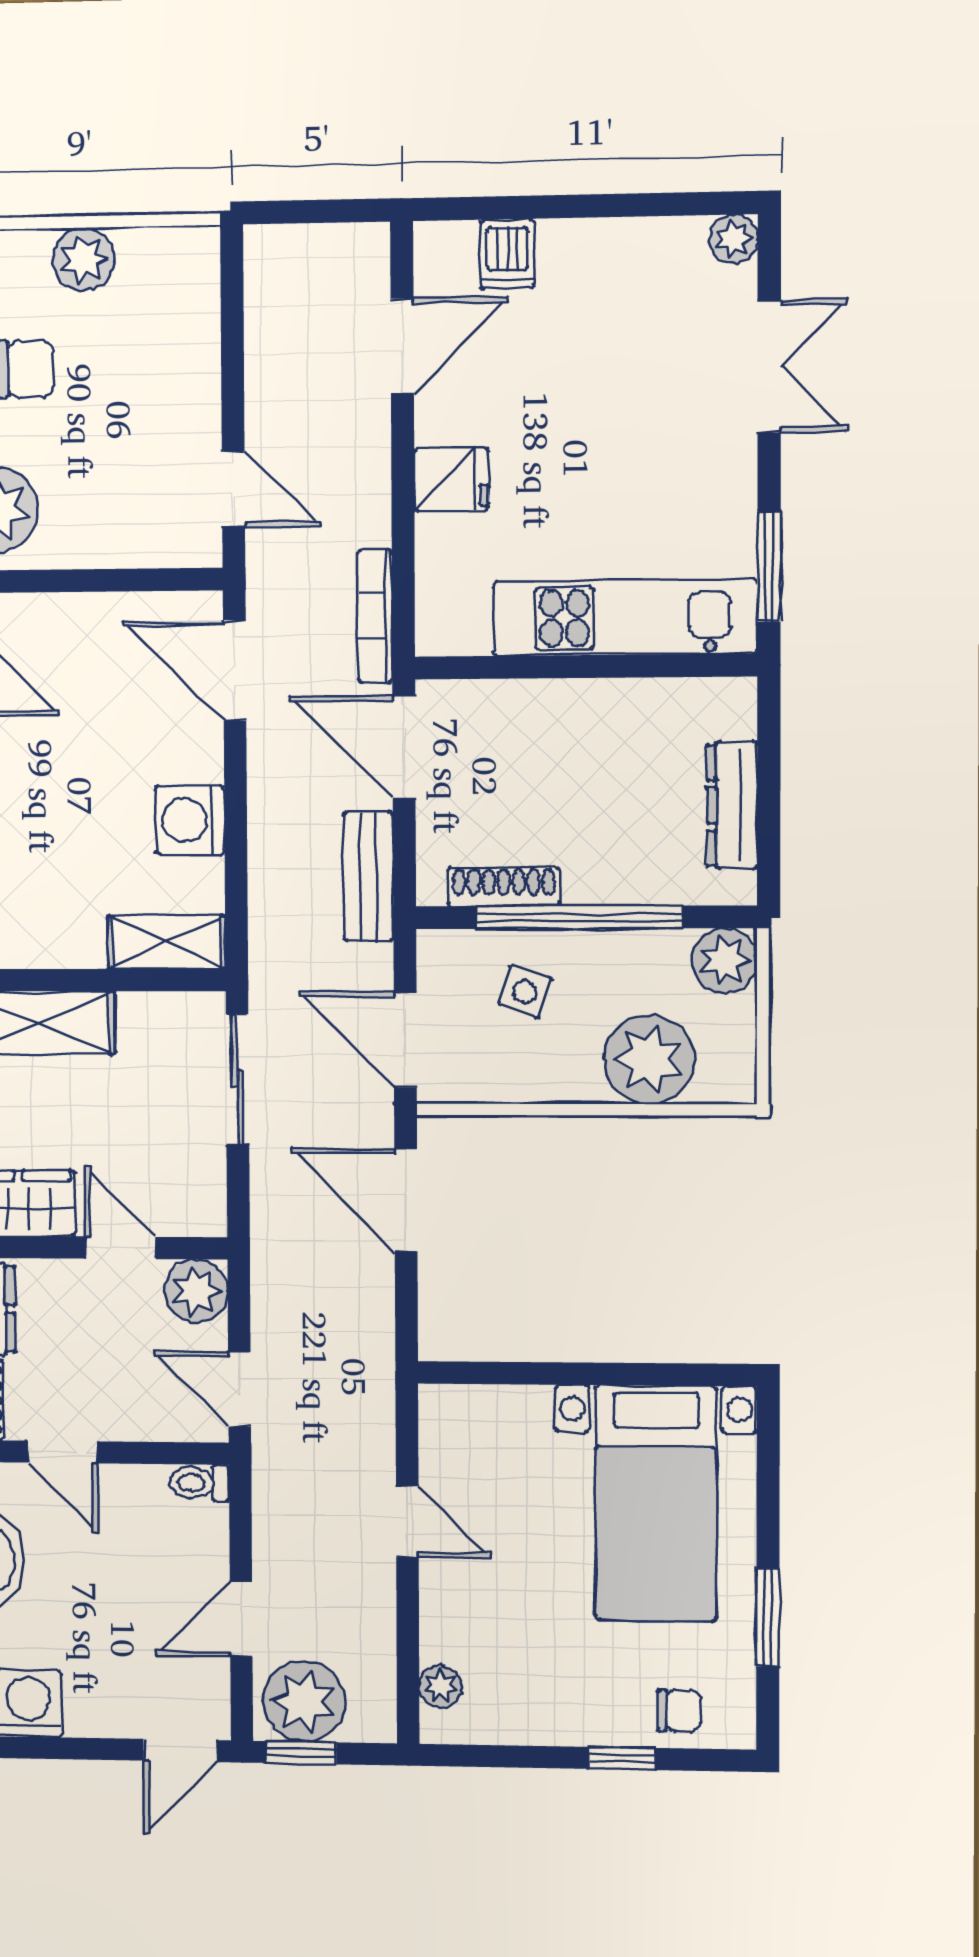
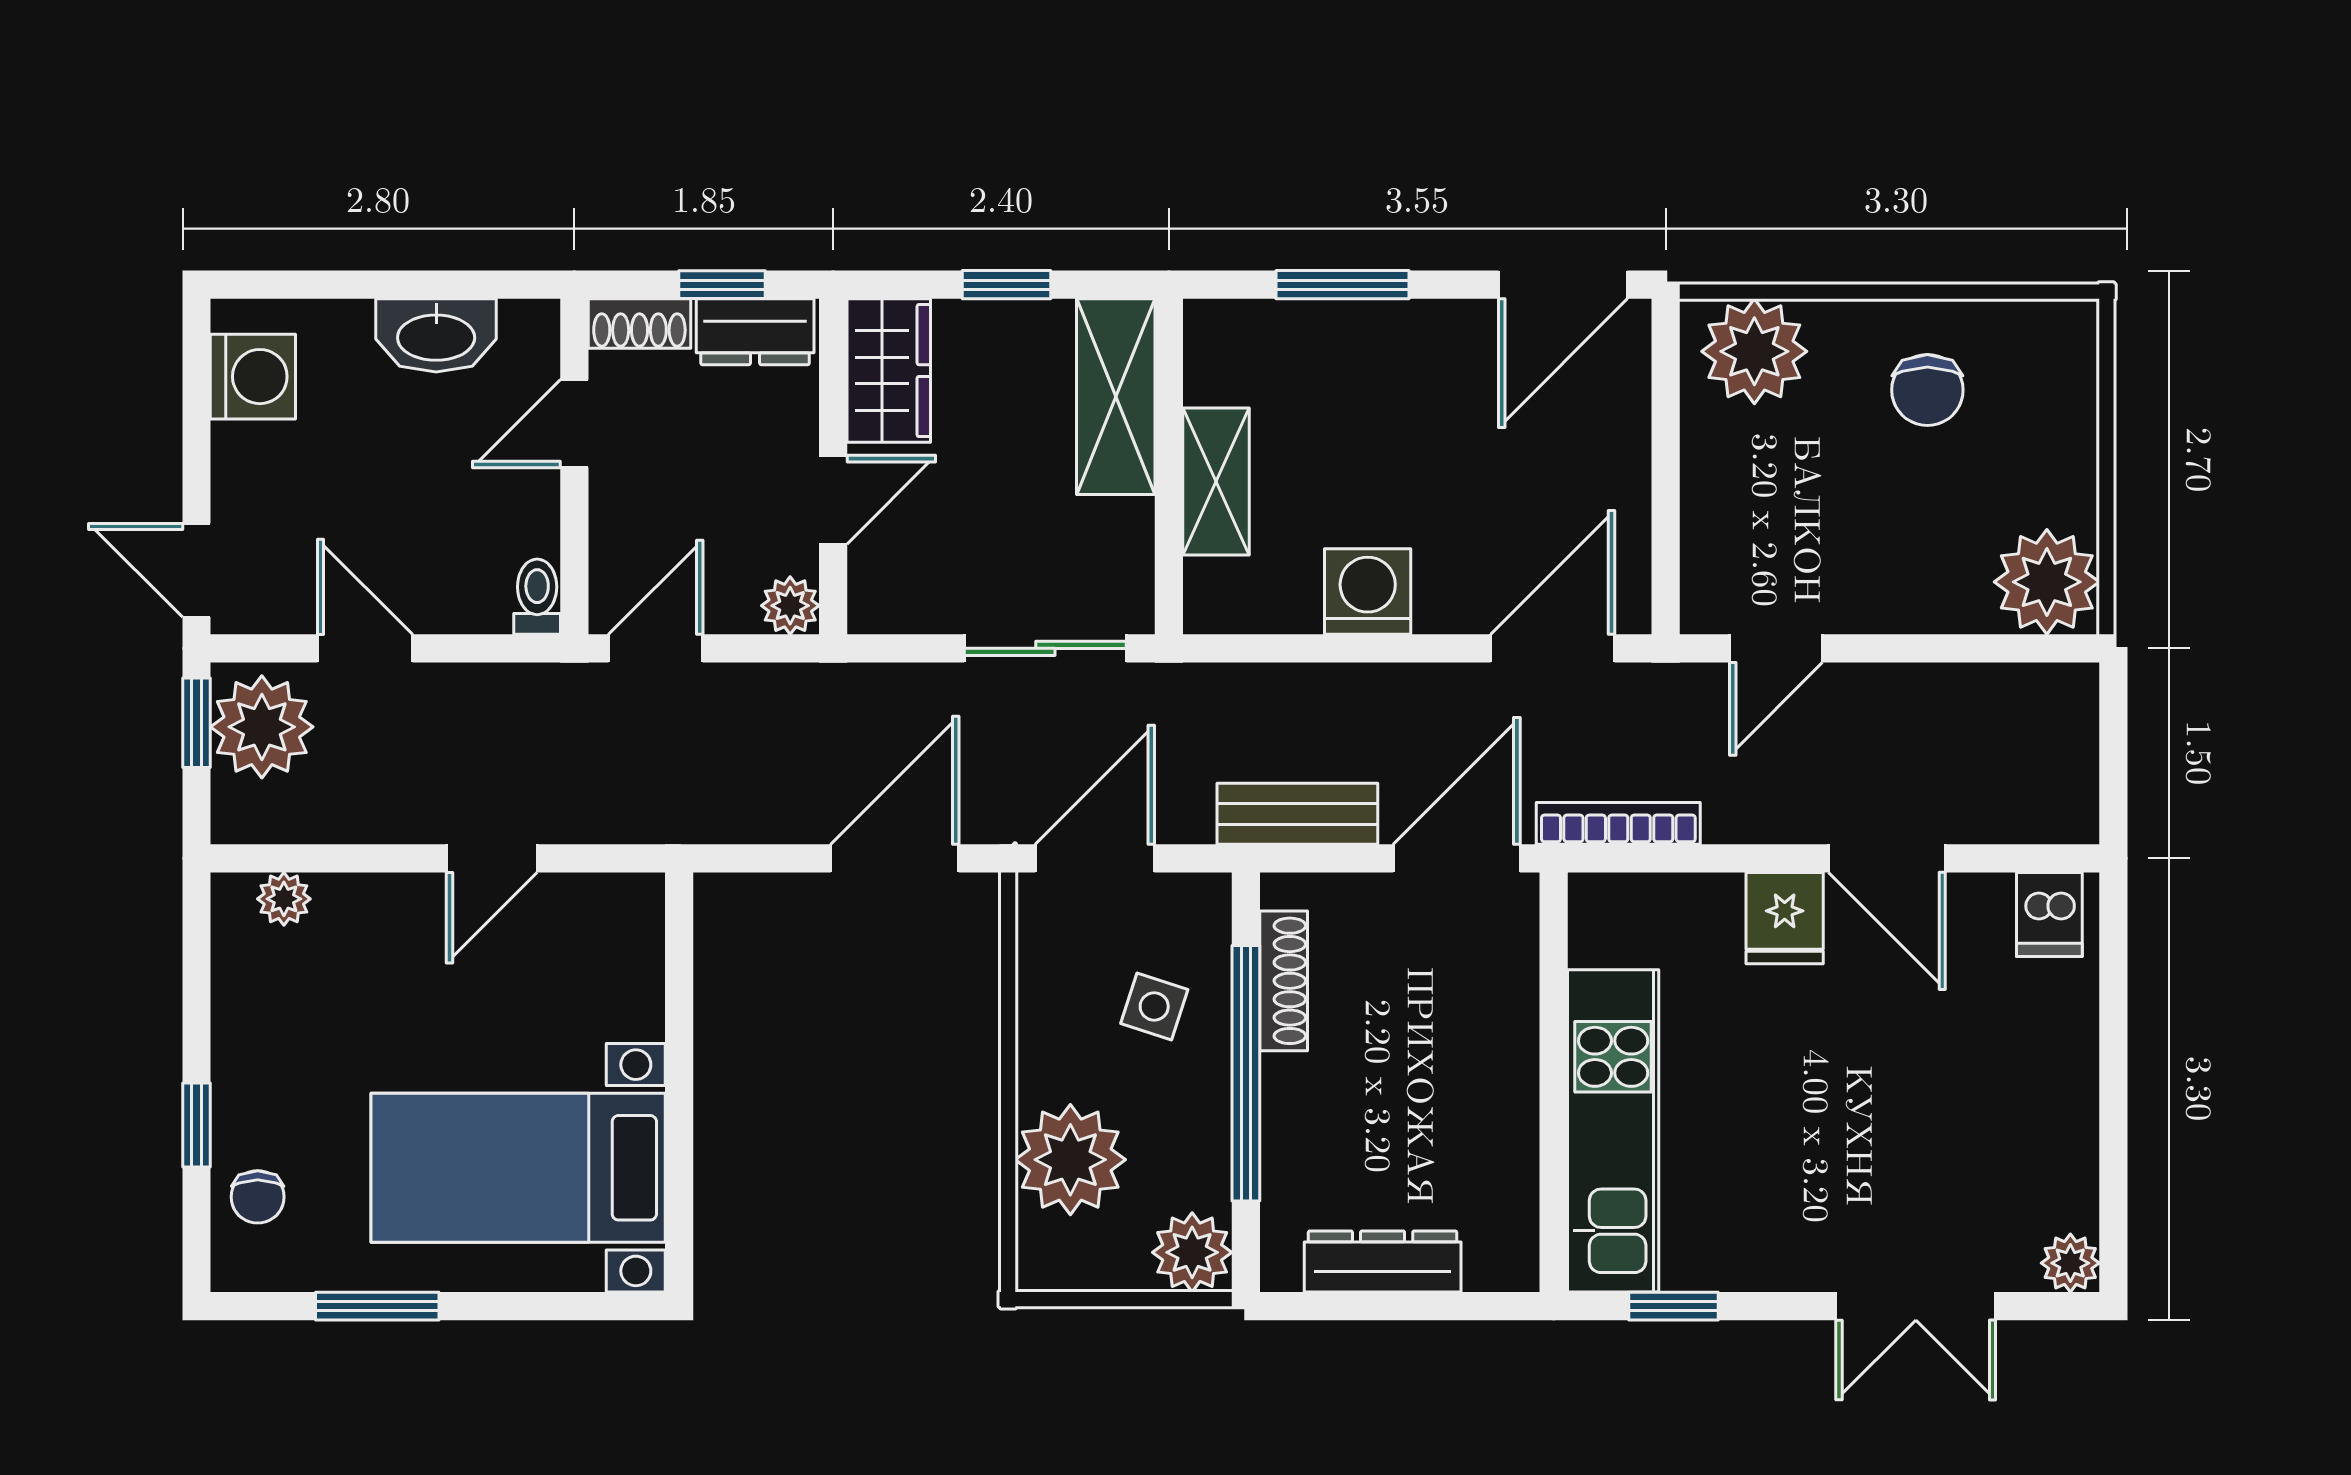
dishwasher: (507, 254) -> (2049, 914), moved, turned -90
plant: (84, 259) -> (2047, 582), moved, width x1.36, depth x1.36
door: (402, 347) -> (1887, 858), moved
window: (769, 566) -> (1673, 1306), width x0.67
shelving: (167, 942) -> (1216, 481), moved
plant: (196, 1291) -> (790, 606), width x0.73, depth x0.73

